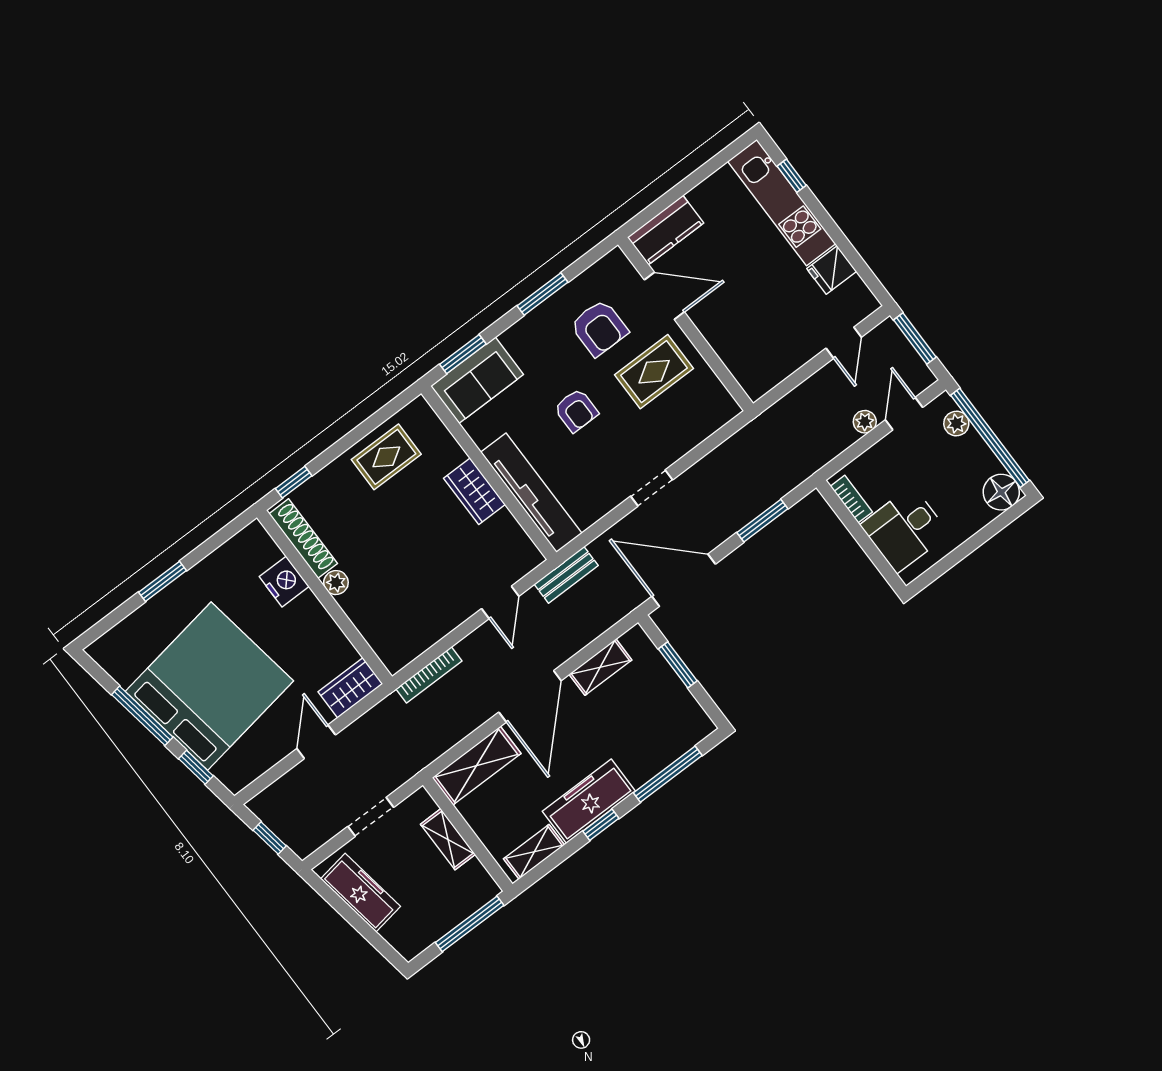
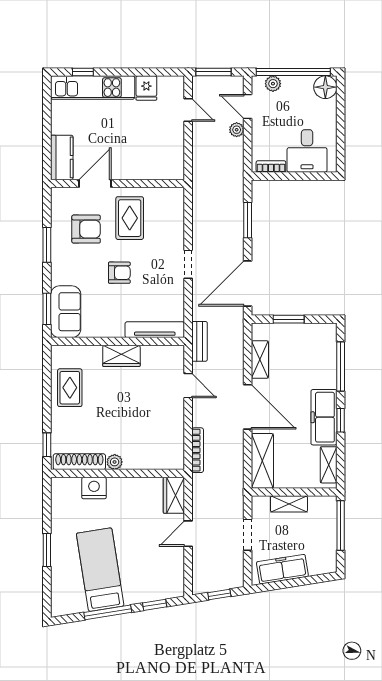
tv unit: (531, 493) -> (155, 330), width x0.73, depth x0.78
bed: (209, 686) -> (100, 570), width x0.49
door: (316, 742) -> (188, 534), hinge flipped

